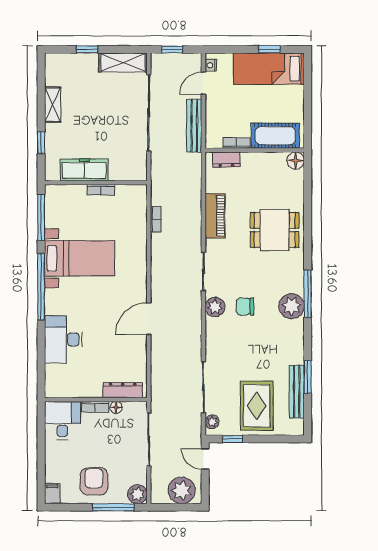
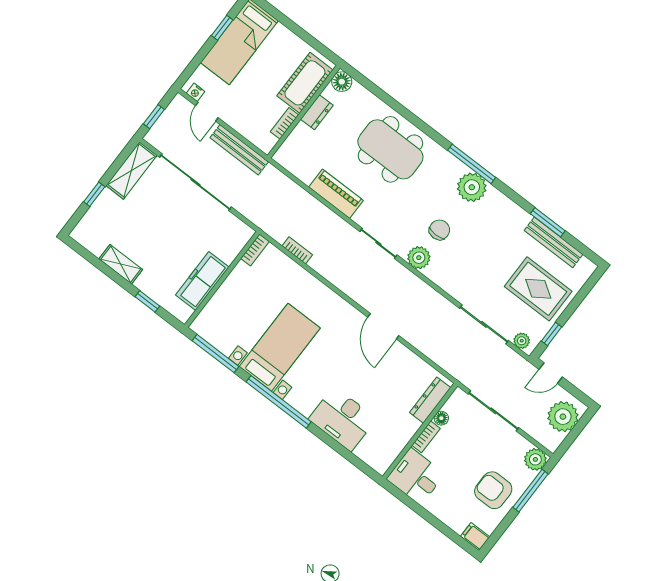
dresser: (226, 159) -> (317, 112), moved
bookcase: (101, 190) -> (255, 250), moved
dining table: (275, 230) -> (390, 149), width x1.38
chair: (245, 306) -> (440, 230), turned 180

